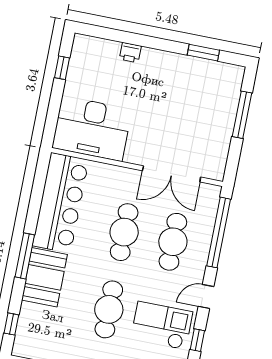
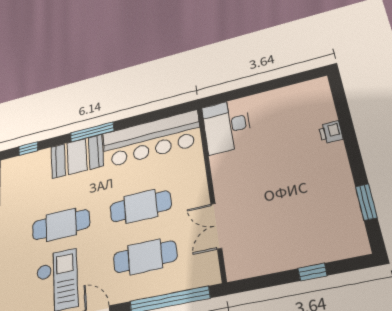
window: (62, 68) -> (286, 81), removed
window: (242, 115) -> (312, 272), width x0.46
desk: (92, 129) -> (227, 126), width x0.73, depth x0.77
double door: (172, 174) -> (216, 226), width x0.73

